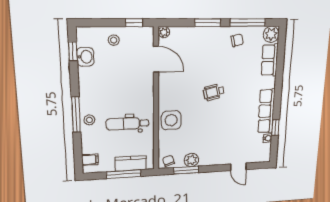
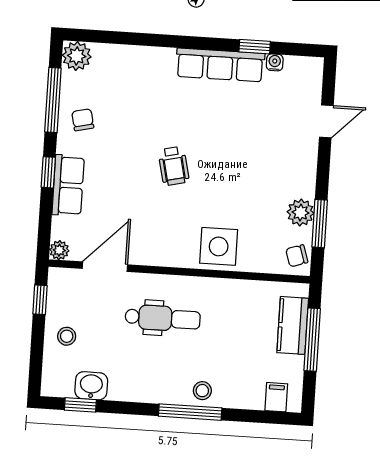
window: (208, 23) -> (48, 172), width x0.67
row of seats: (270, 60) -> (68, 185), moved, turned -90
dental chair: (128, 124) -> (163, 318), moved, turned -90

